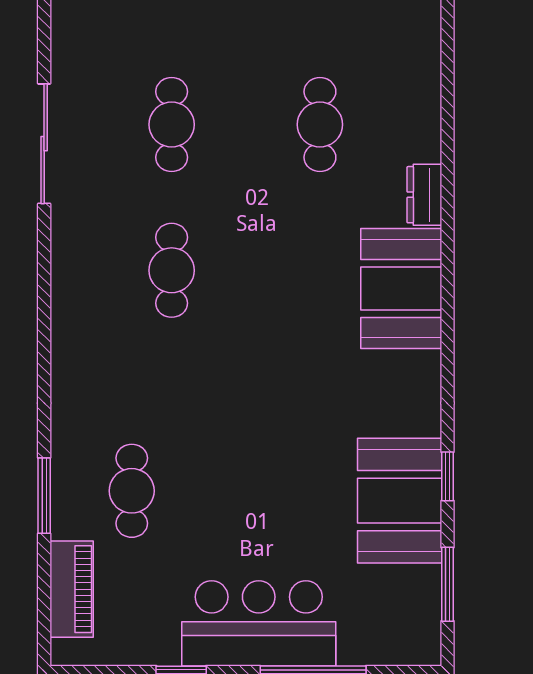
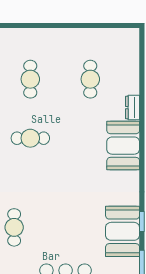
cafe table: (172, 270) -> (30, 138), turned 90

